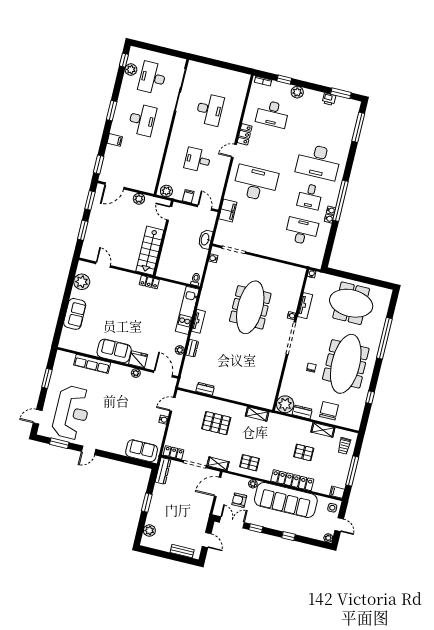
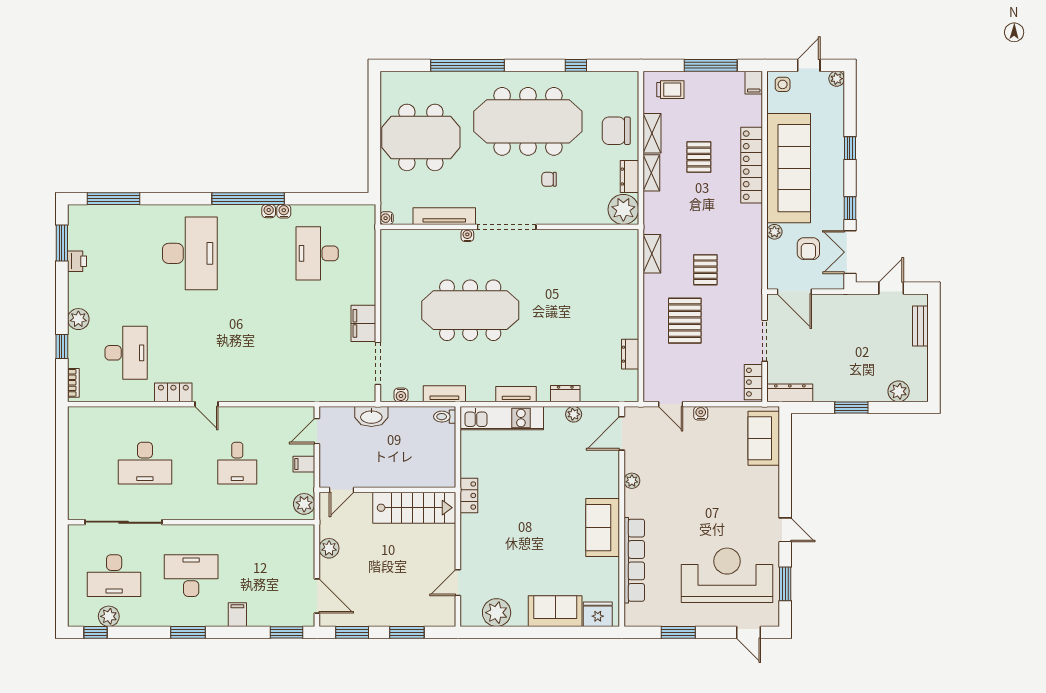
desk: (210, 110) -> (145, 463), turned 180
desk: (256, 183) -> (253, 353), removed
desk: (310, 196) -> (253, 253), removed
filing cabinet: (228, 211) -> (363, 323), moved, turned -90
tv unit: (208, 282) -> (444, 394), added
meeting table: (351, 303) -> (421, 137), turned 90
tv unit: (305, 306) -> (444, 216), width x1.41
fridge: (138, 359) -> (598, 614), moved, turned 90
row of seats: (92, 364) -> (634, 560), width x1.36
pallet: (250, 463) -> (705, 270), moved
shelving: (218, 464) -> (651, 173), moved

